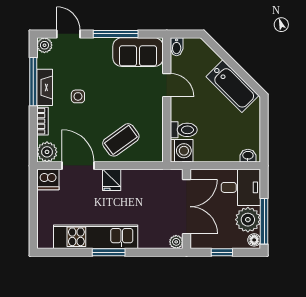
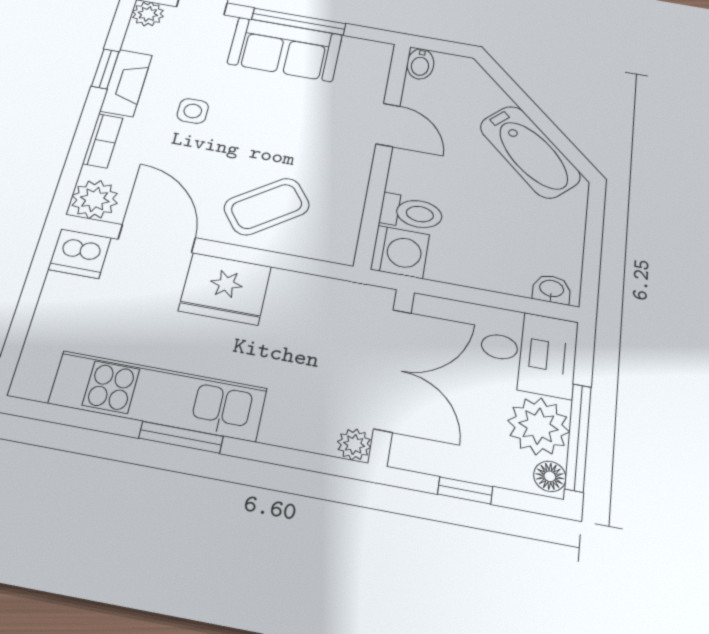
sofa: (138, 52) -> (285, 49), moved
window: (33, 82) -> (105, 69), width x0.46
fridge: (112, 180) -> (225, 289), width x1.88, depth x1.34

